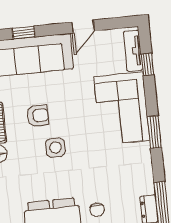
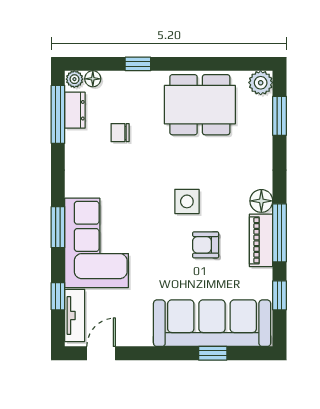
door: (83, 27) -> (101, 353), moved
window: (154, 132) -> (58, 227), moved
chair: (97, 210) -> (120, 133), moved, turned -90

